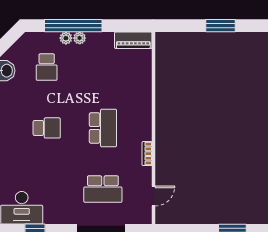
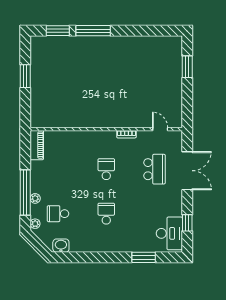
plant: (80, 38) -> (35, 224), moved
school desk: (47, 67) -> (58, 214), turned 180
school desk: (103, 128) -> (106, 169), width x0.54

